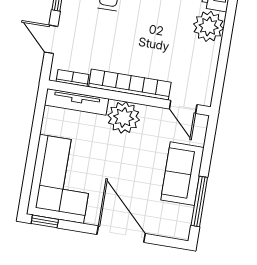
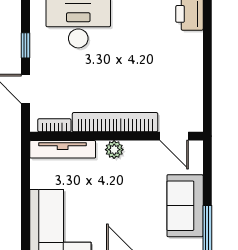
plant: (209, 26) -> (187, 48), removed
plant: (124, 118) -> (114, 150), width x0.53, depth x0.53

